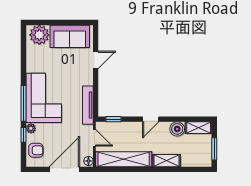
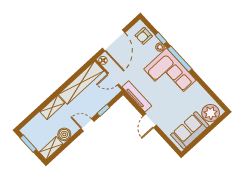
door: (96, 60) -> (150, 121), moved
window: (113, 119) -> (103, 110), moved
door: (151, 119) -> (87, 125), hinge flipped

